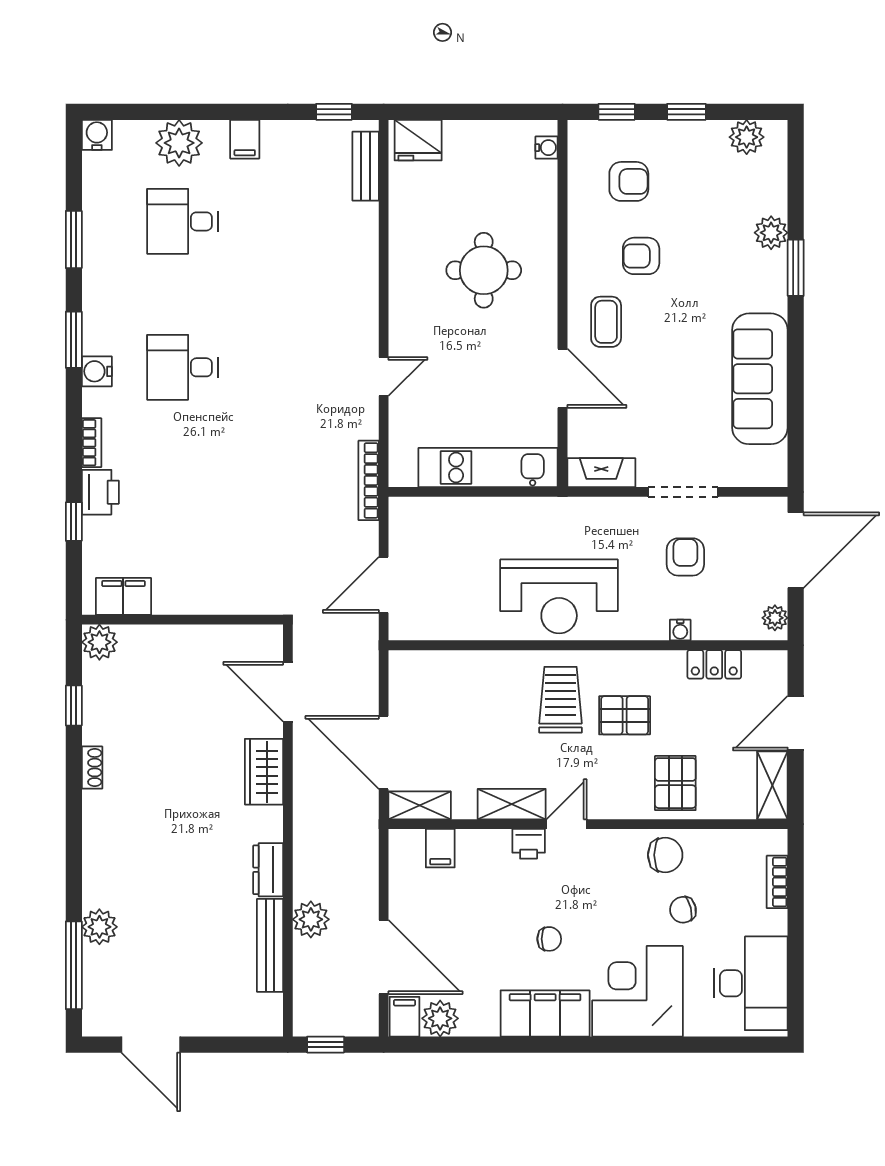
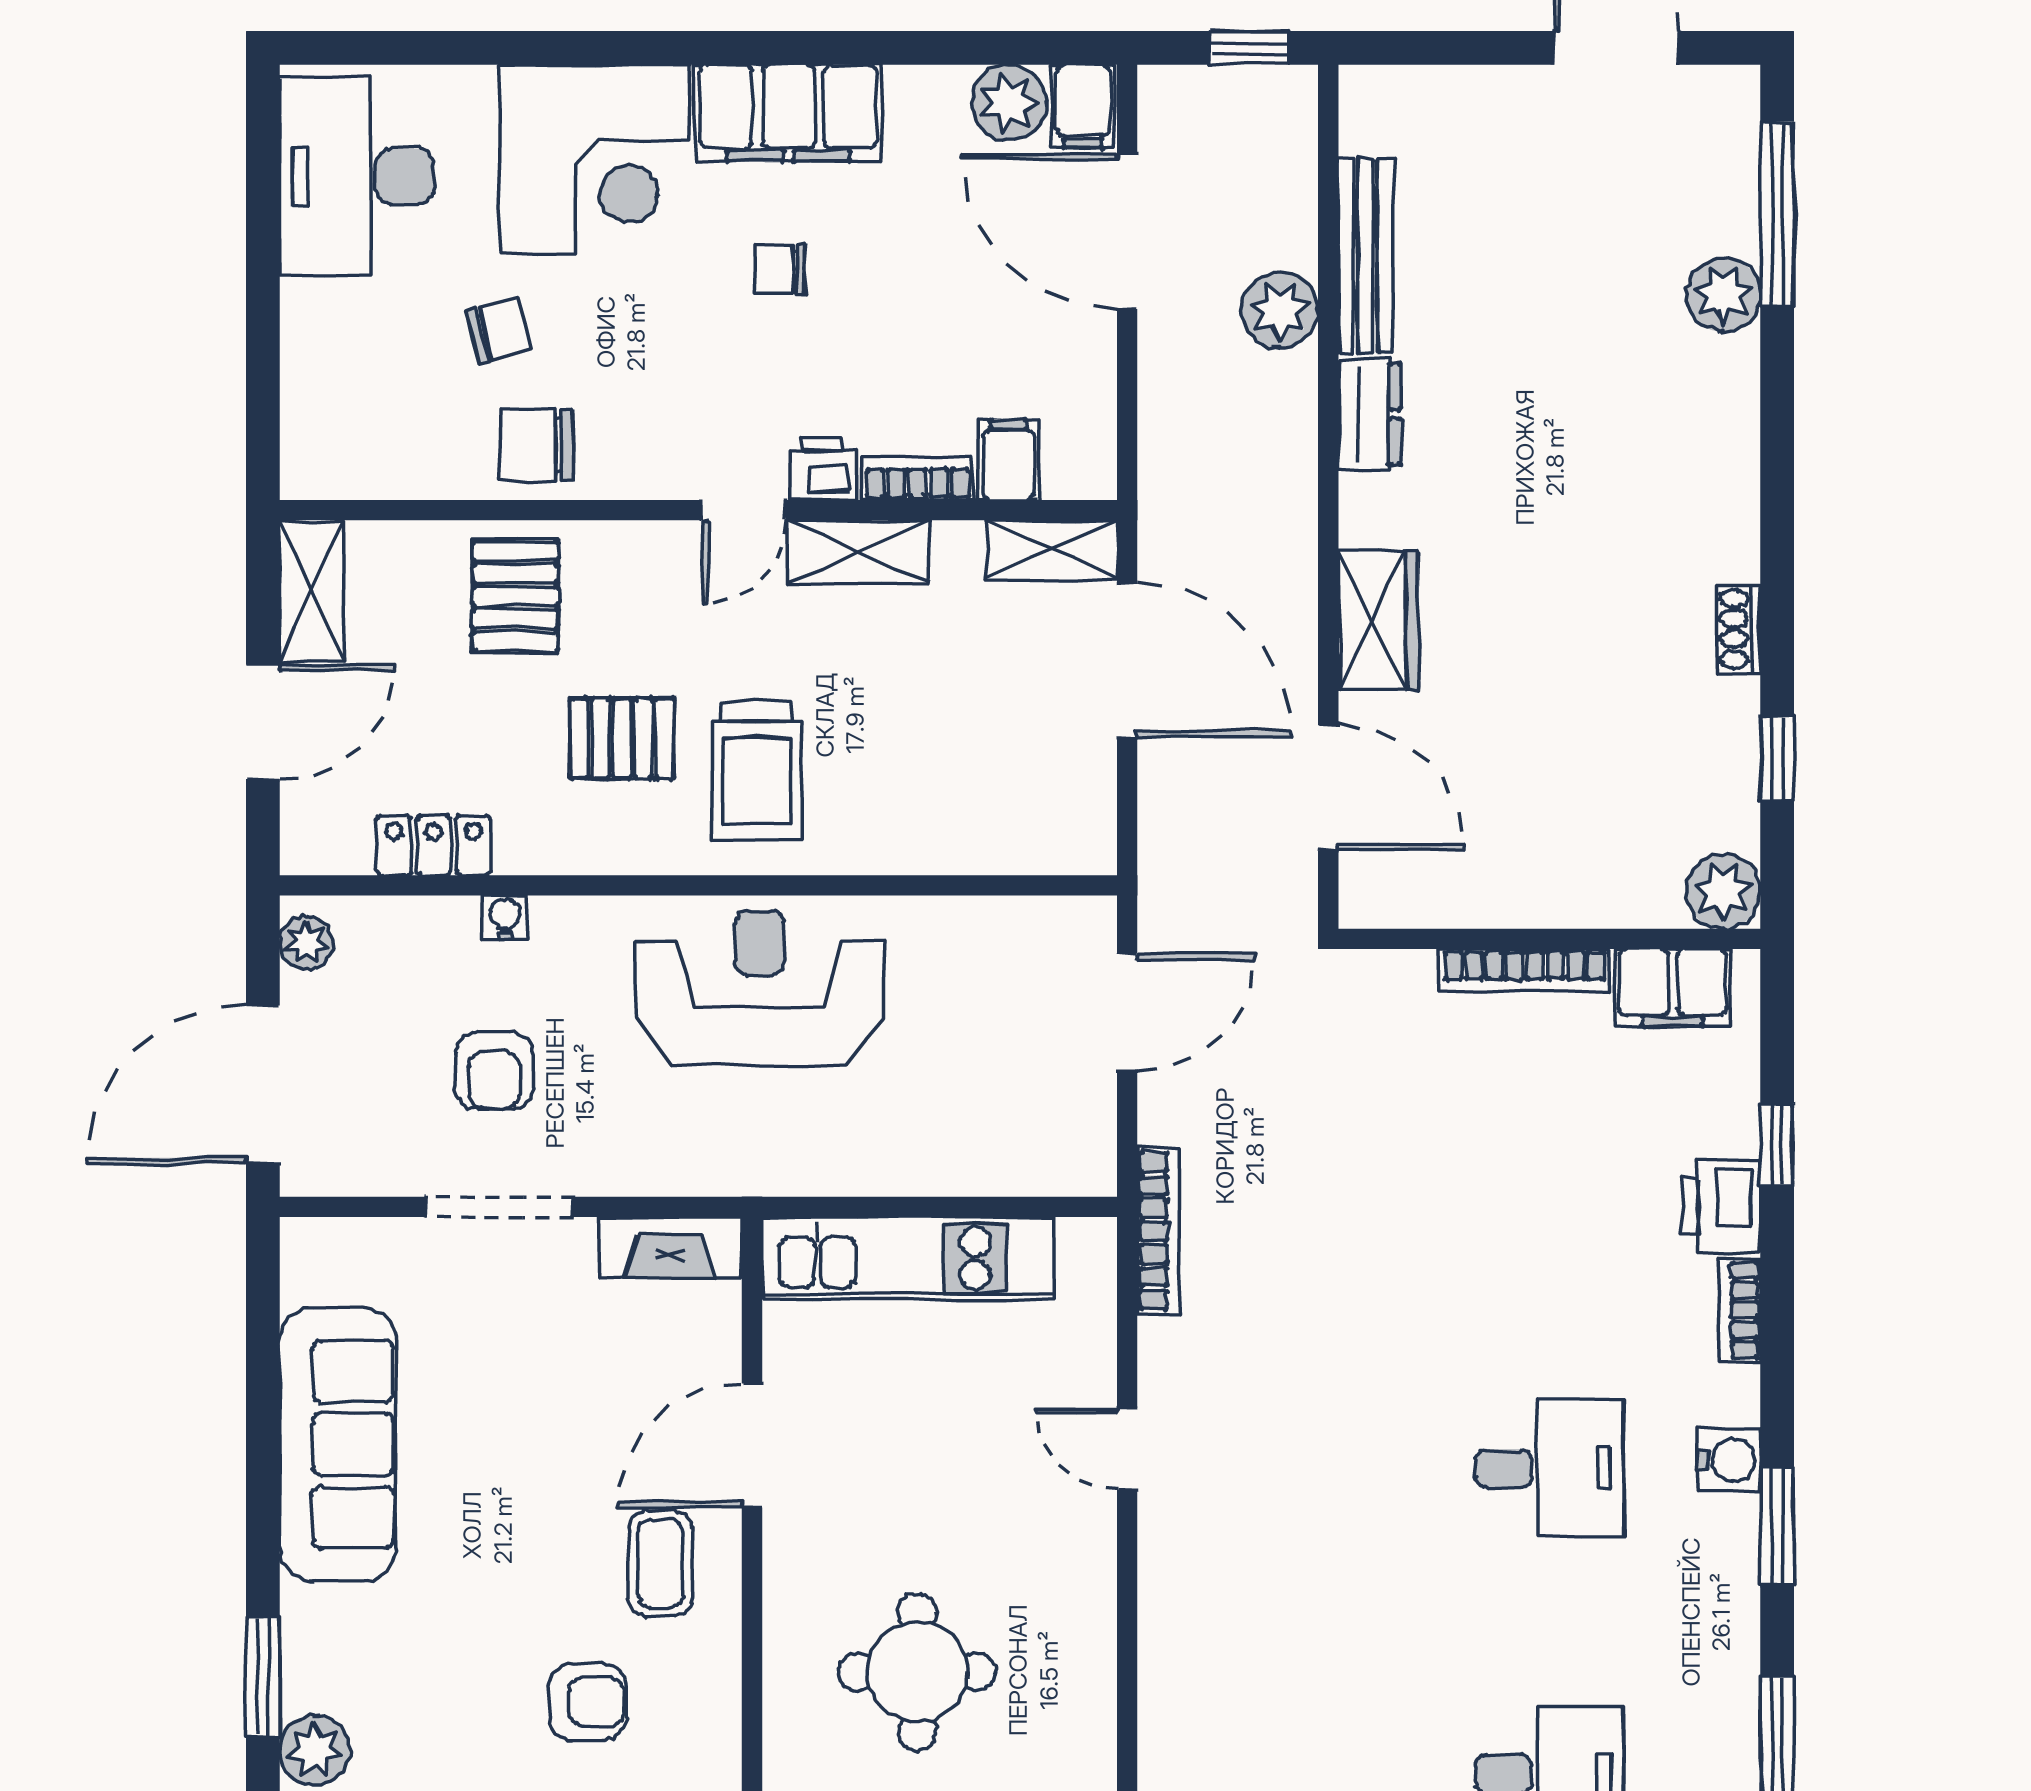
door: (384, 377) -> (1127, 1449), hinge flipped
door: (562, 378) -> (752, 1446), hinge flipped
bookcase: (194, 605) -> (1525, 971), added
bookcase: (777, 882) -> (918, 478), moved, turned -90

